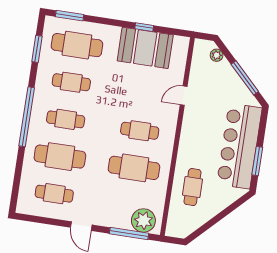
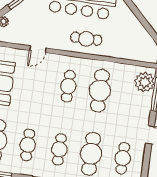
door: (184, 96) -> (38, 49), hinge flipped
cafe table: (192, 187) -> (86, 39), moved

